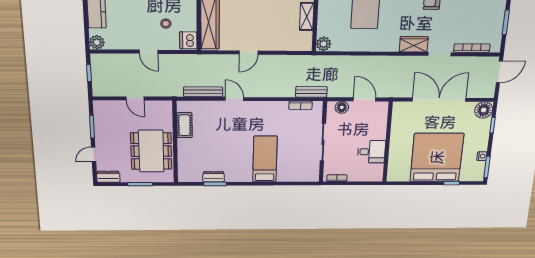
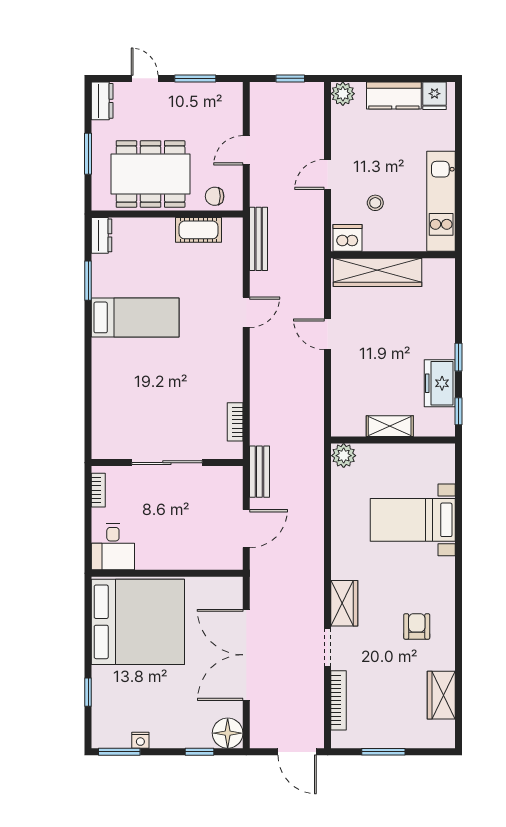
bench: (203, 92) -> (259, 239), moved
bench: (311, 92) -> (259, 472), moved
double door: (439, 100) -> (246, 655), swing flipped
floor lamp: (342, 107) -> (232, 491), removed
chair: (164, 116) -> (215, 196), added
desk: (371, 152) -> (113, 547), moved
bed: (437, 157) -> (138, 622), moved
bed: (265, 159) -> (135, 317), moved
dresser: (214, 177) -> (102, 235), moved

